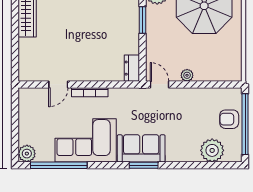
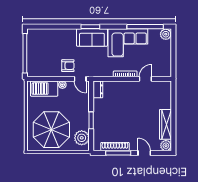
barbecue: (215, 69) -> (44, 89), added
armchair: (229, 119) -> (68, 66), moved
plant: (212, 150) -> (46, 36), removed

